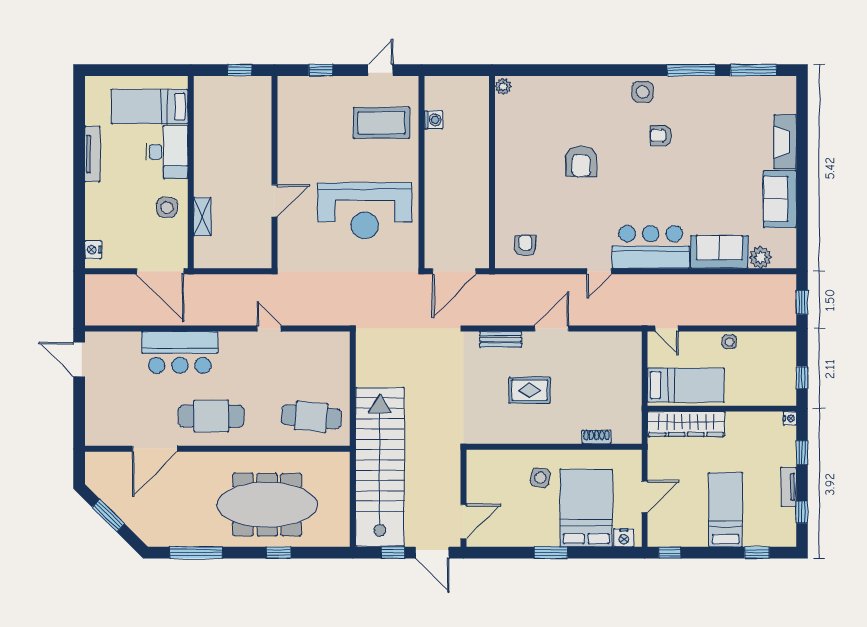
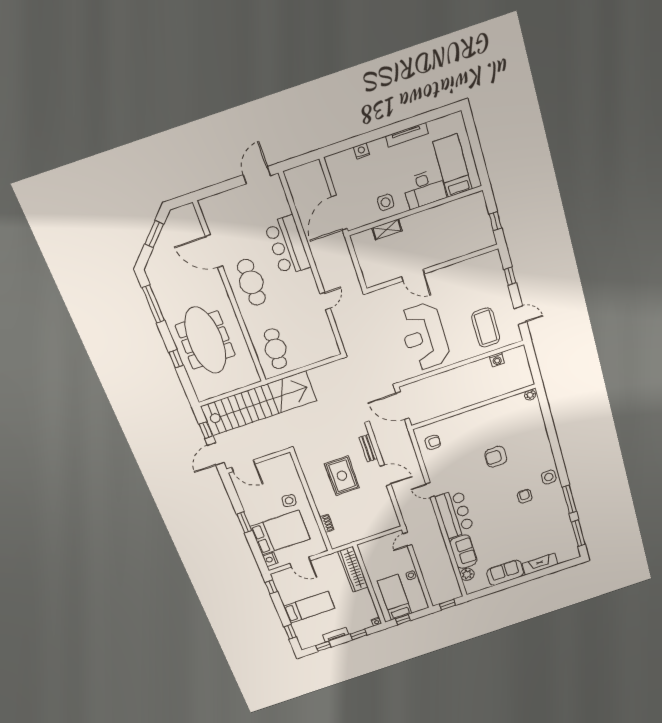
nightstand: (93, 250) -> (362, 151), moved
bed: (686, 385) -> (395, 597), moved, turned 180
rug: (530, 390) -> (342, 476), width x1.36, depth x1.43

